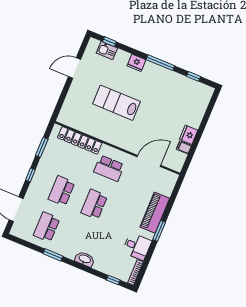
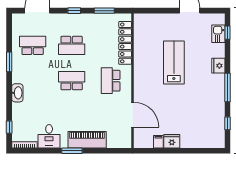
school desk: (62, 191) -> (72, 45), turned 180

